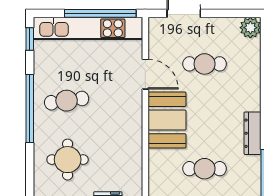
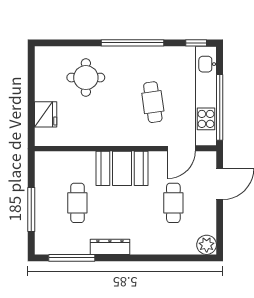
door: (145, 74) -> (181, 149), moved
cafe table: (67, 101) -> (153, 102), moved

